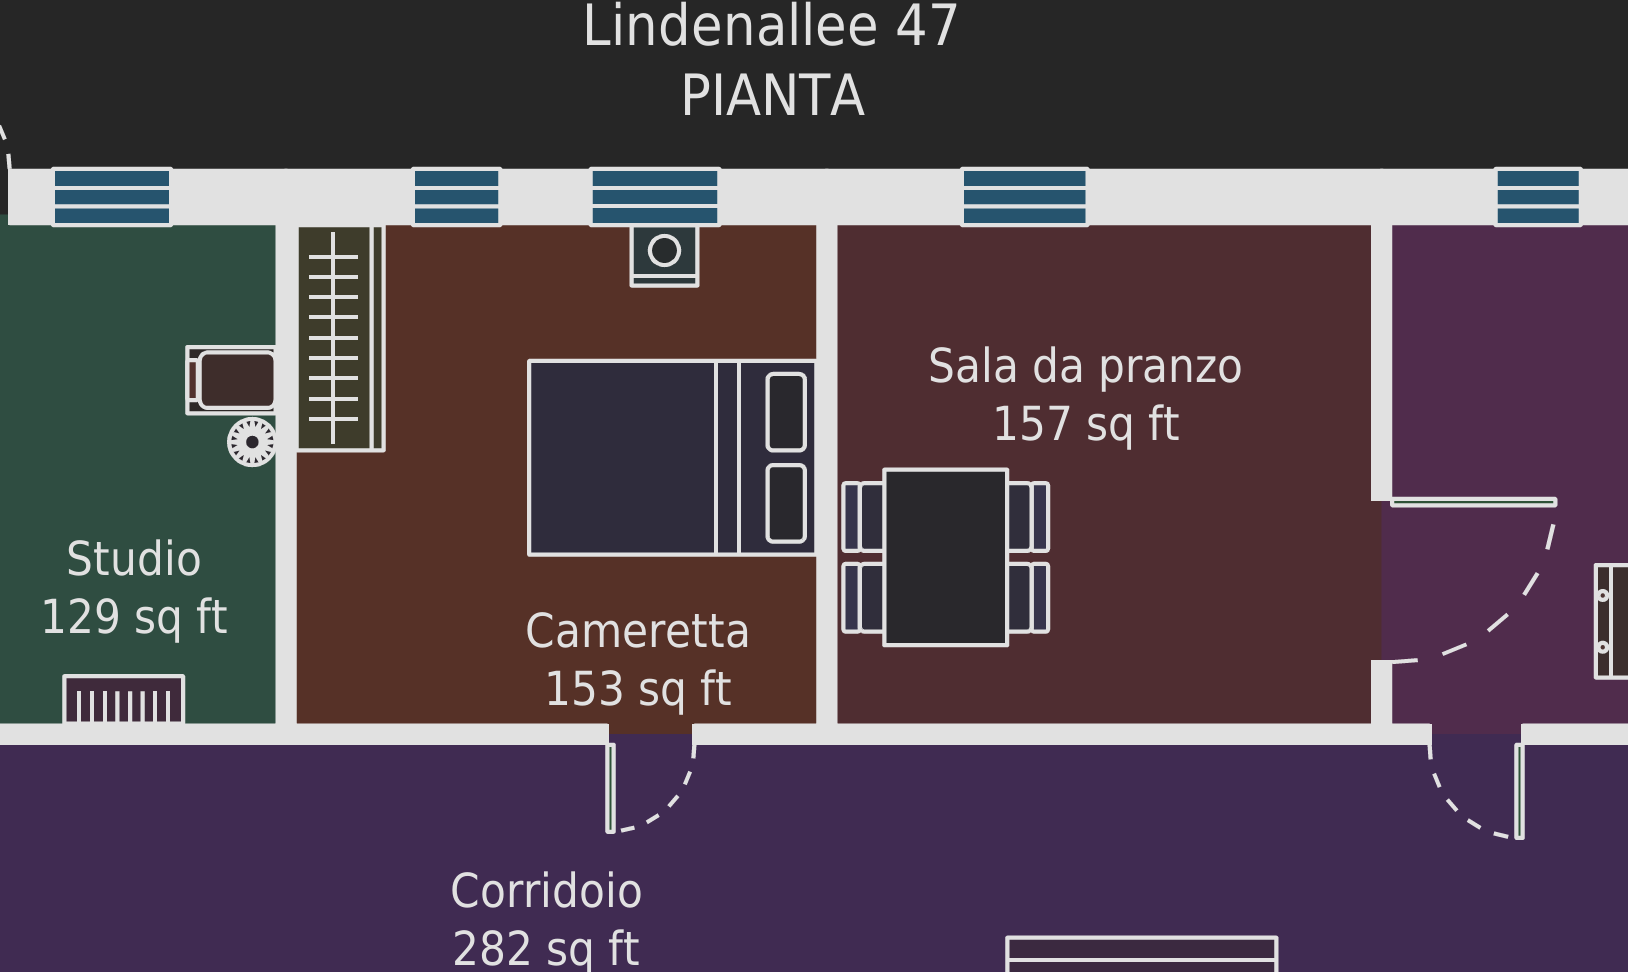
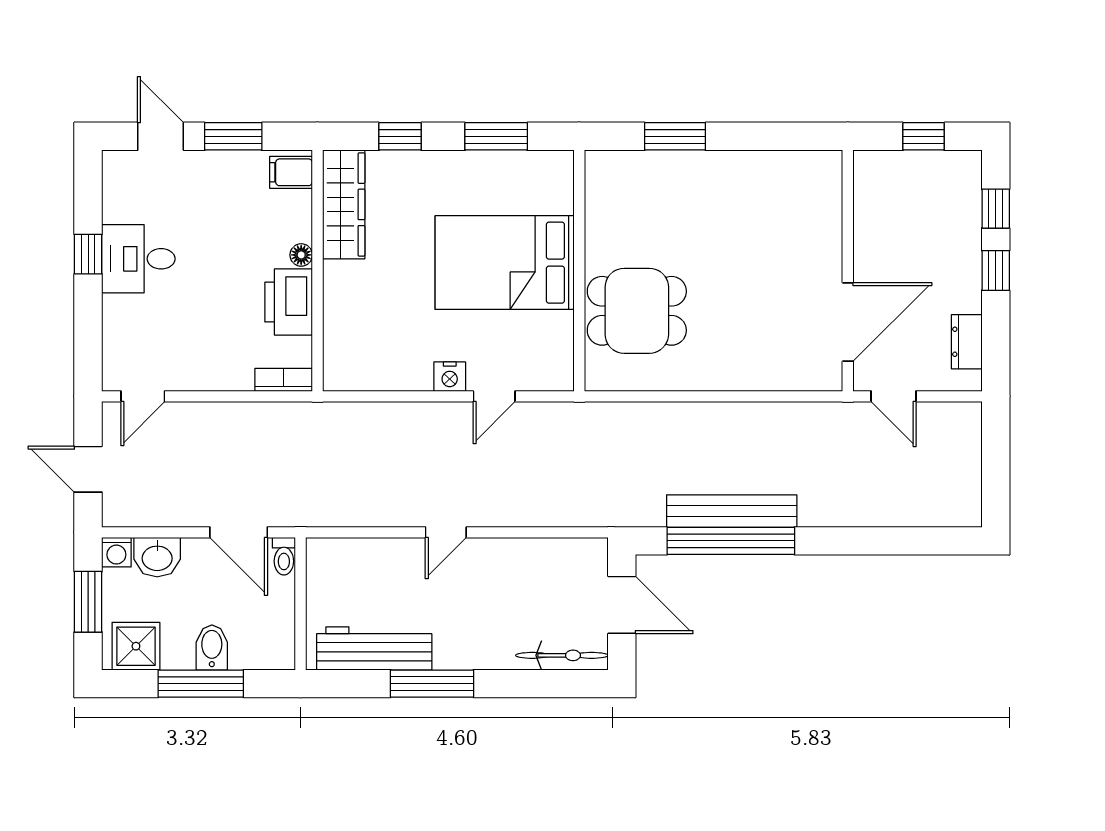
nightstand: (665, 255) -> (450, 377), moved, turned 180
filing cabinet: (231, 380) -> (291, 172), moved
printer: (226, 539) -> (289, 302), added
bookcase: (124, 700) -> (284, 380), moved

